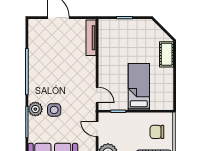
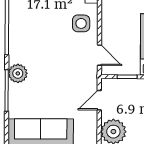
side table: (54, 110) -> (81, 23), moved
door: (97, 129) -> (99, 100), hinge flipped

